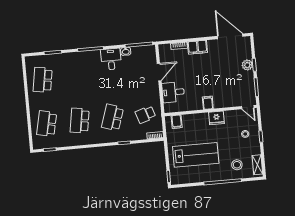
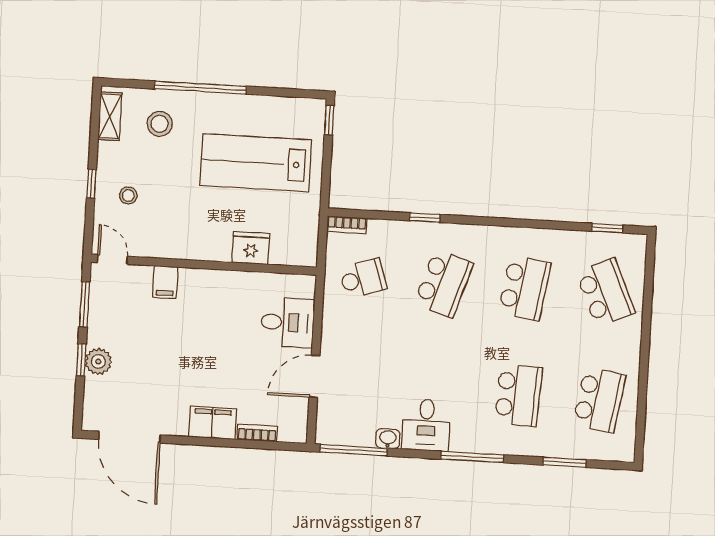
school desk: (76, 77) -> (518, 395), added
filing cabinet: (208, 103) -> (165, 282), moved
fridge: (216, 118) -> (251, 248), moved
filing cabinet: (177, 122) -> (290, 250), removed
school desk: (47, 124) -> (605, 292), turned -36

